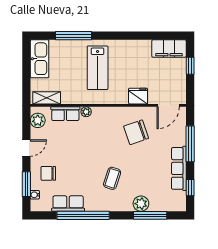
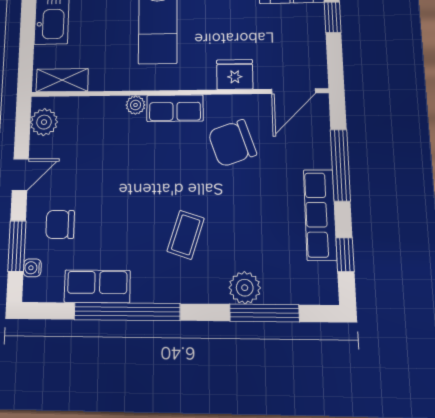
row of seats: (65, 114) -> (175, 108), moved

